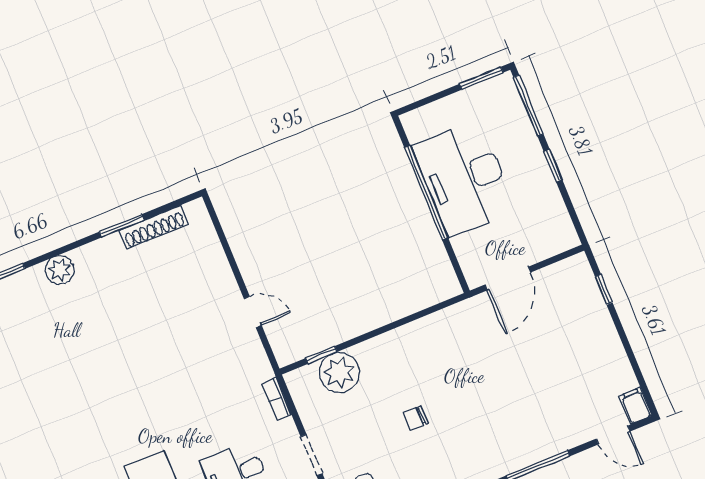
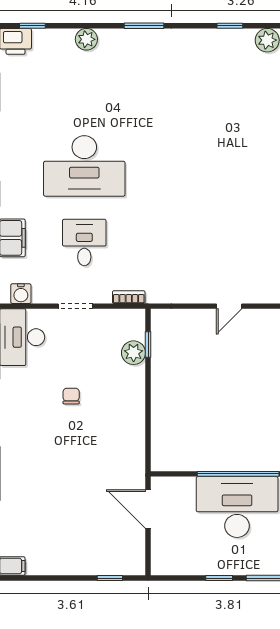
door: (253, 312) -> (229, 306), moved
plant: (339, 372) -> (134, 353), width x0.73, depth x0.73

